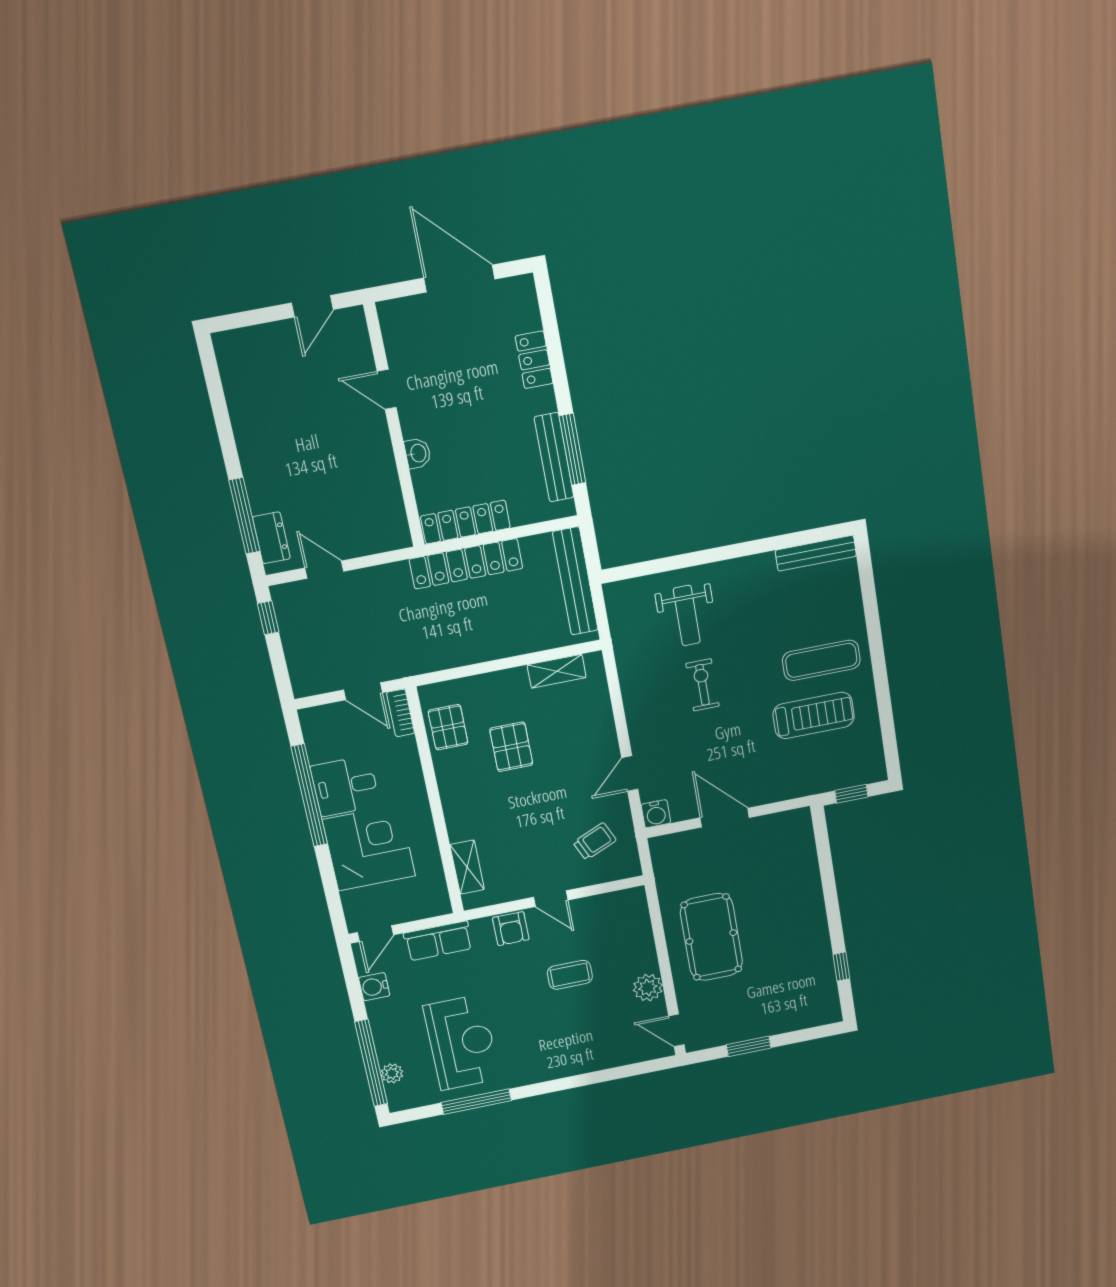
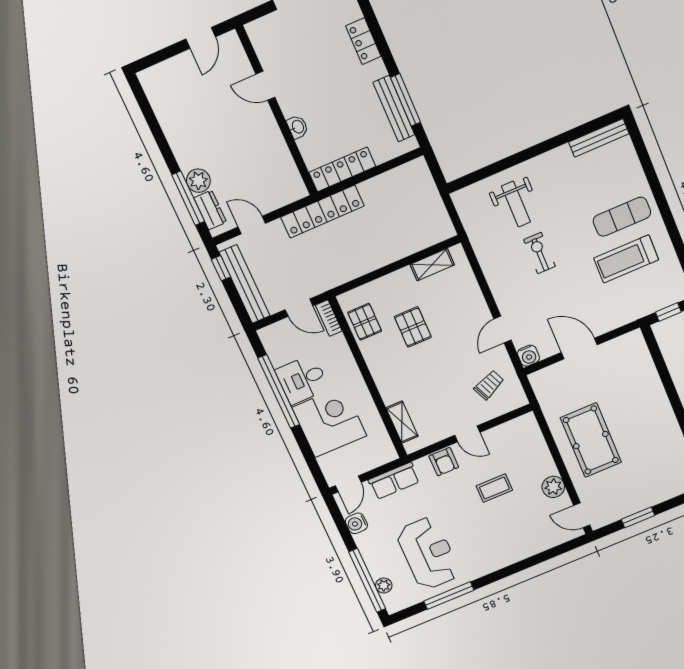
plant: (264, 495) -> (198, 181), added
locker: (466, 564) -> (322, 212), moved
bench: (575, 581) -> (245, 284), moved
treadmill: (814, 715) -> (626, 259), turned 180

